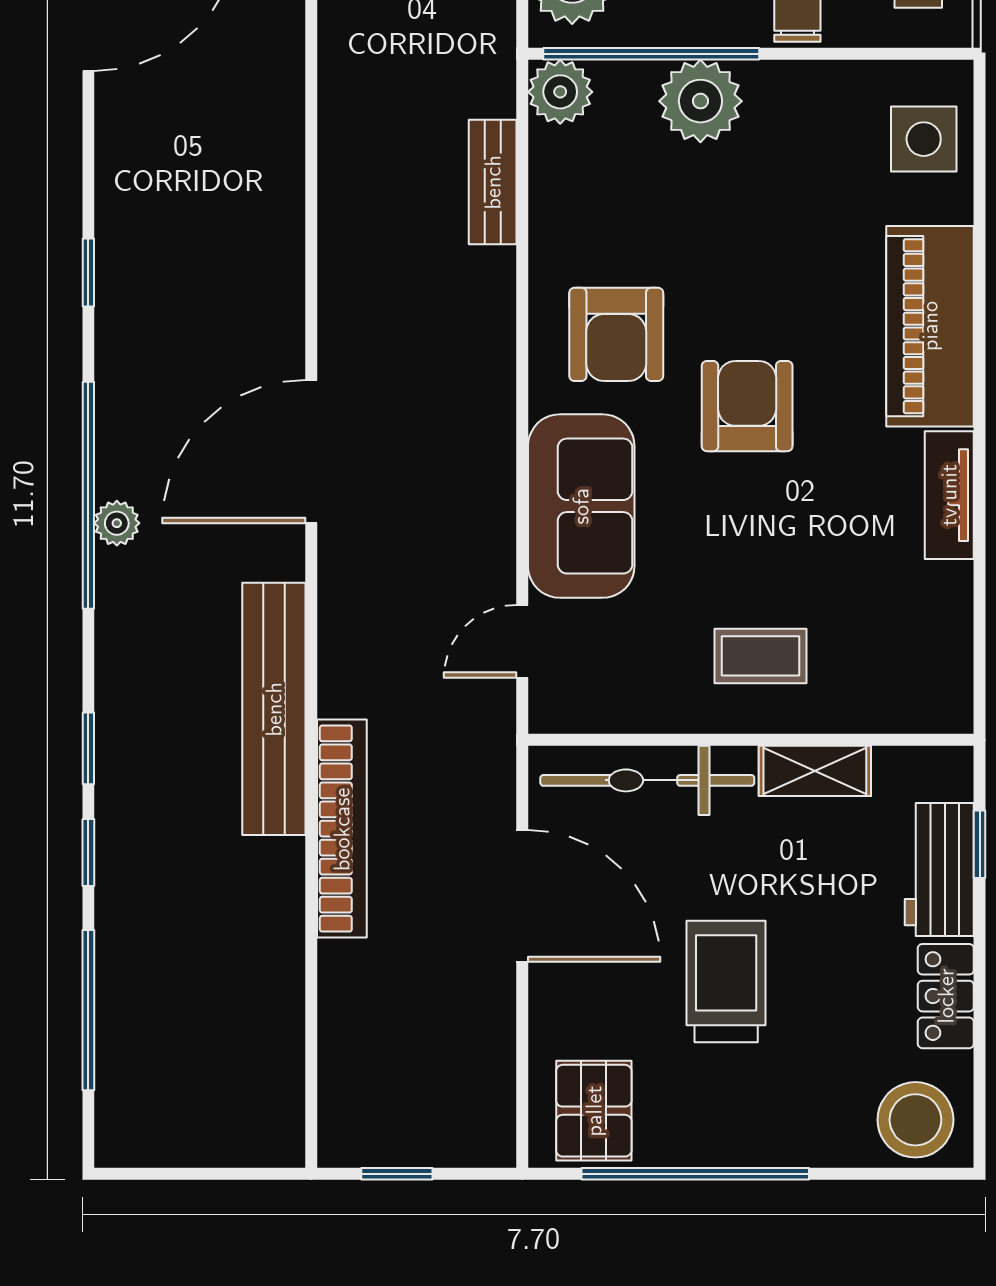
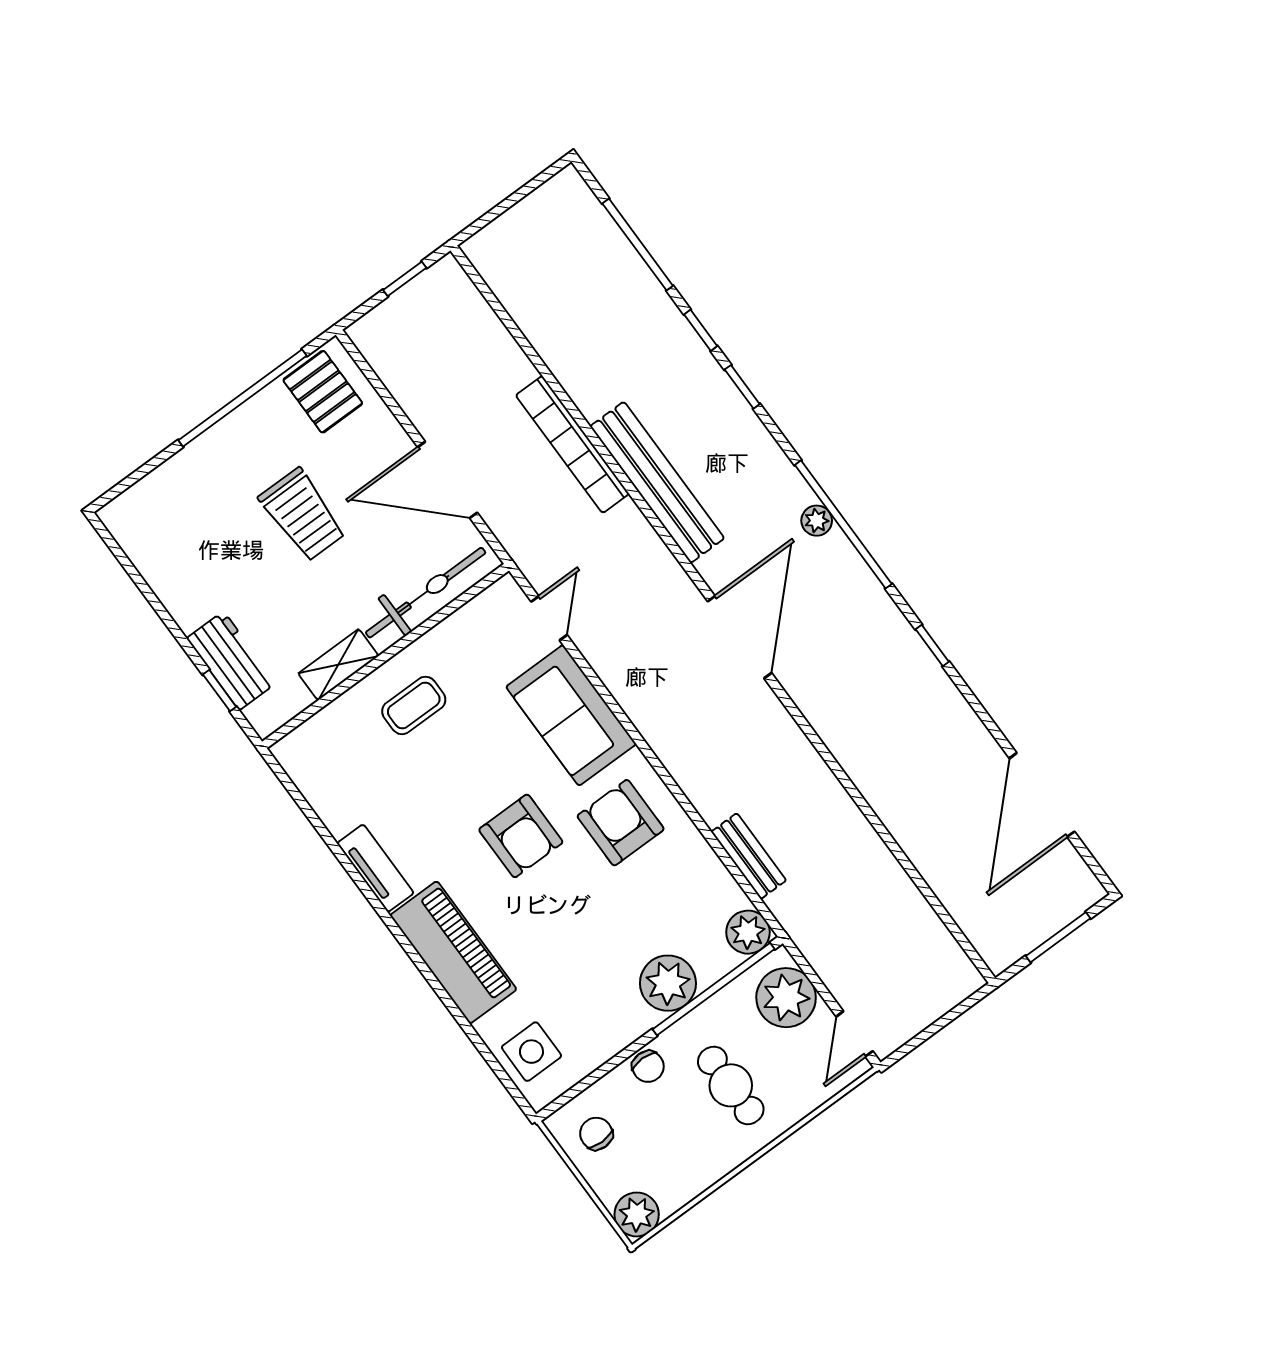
locker: (946, 996) -> (177, 595), removed
stool: (915, 1120) -> (144, 515), removed

